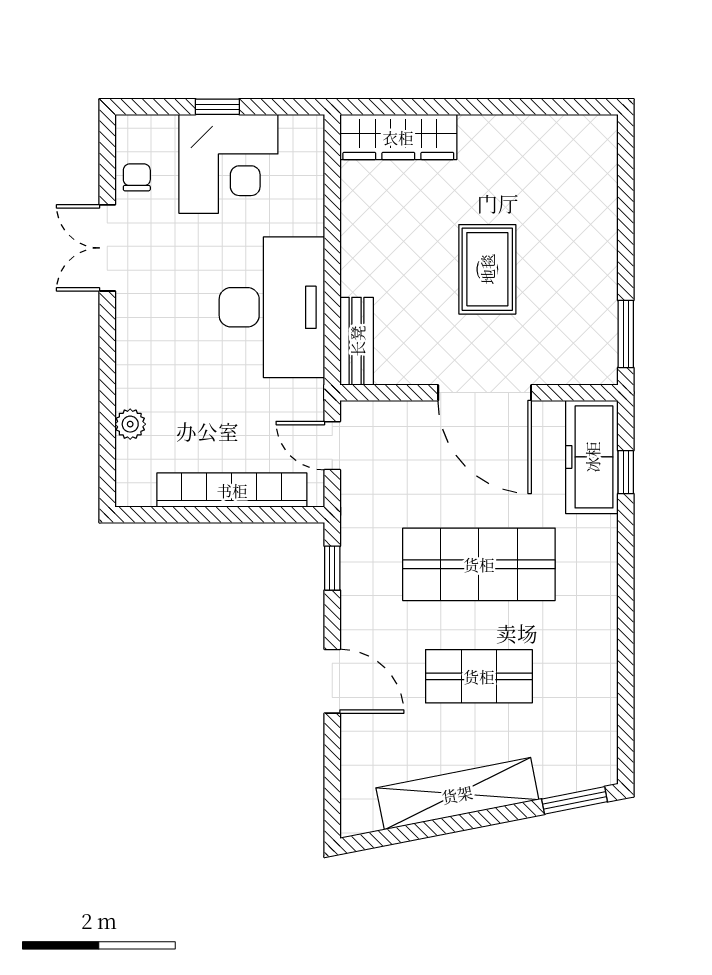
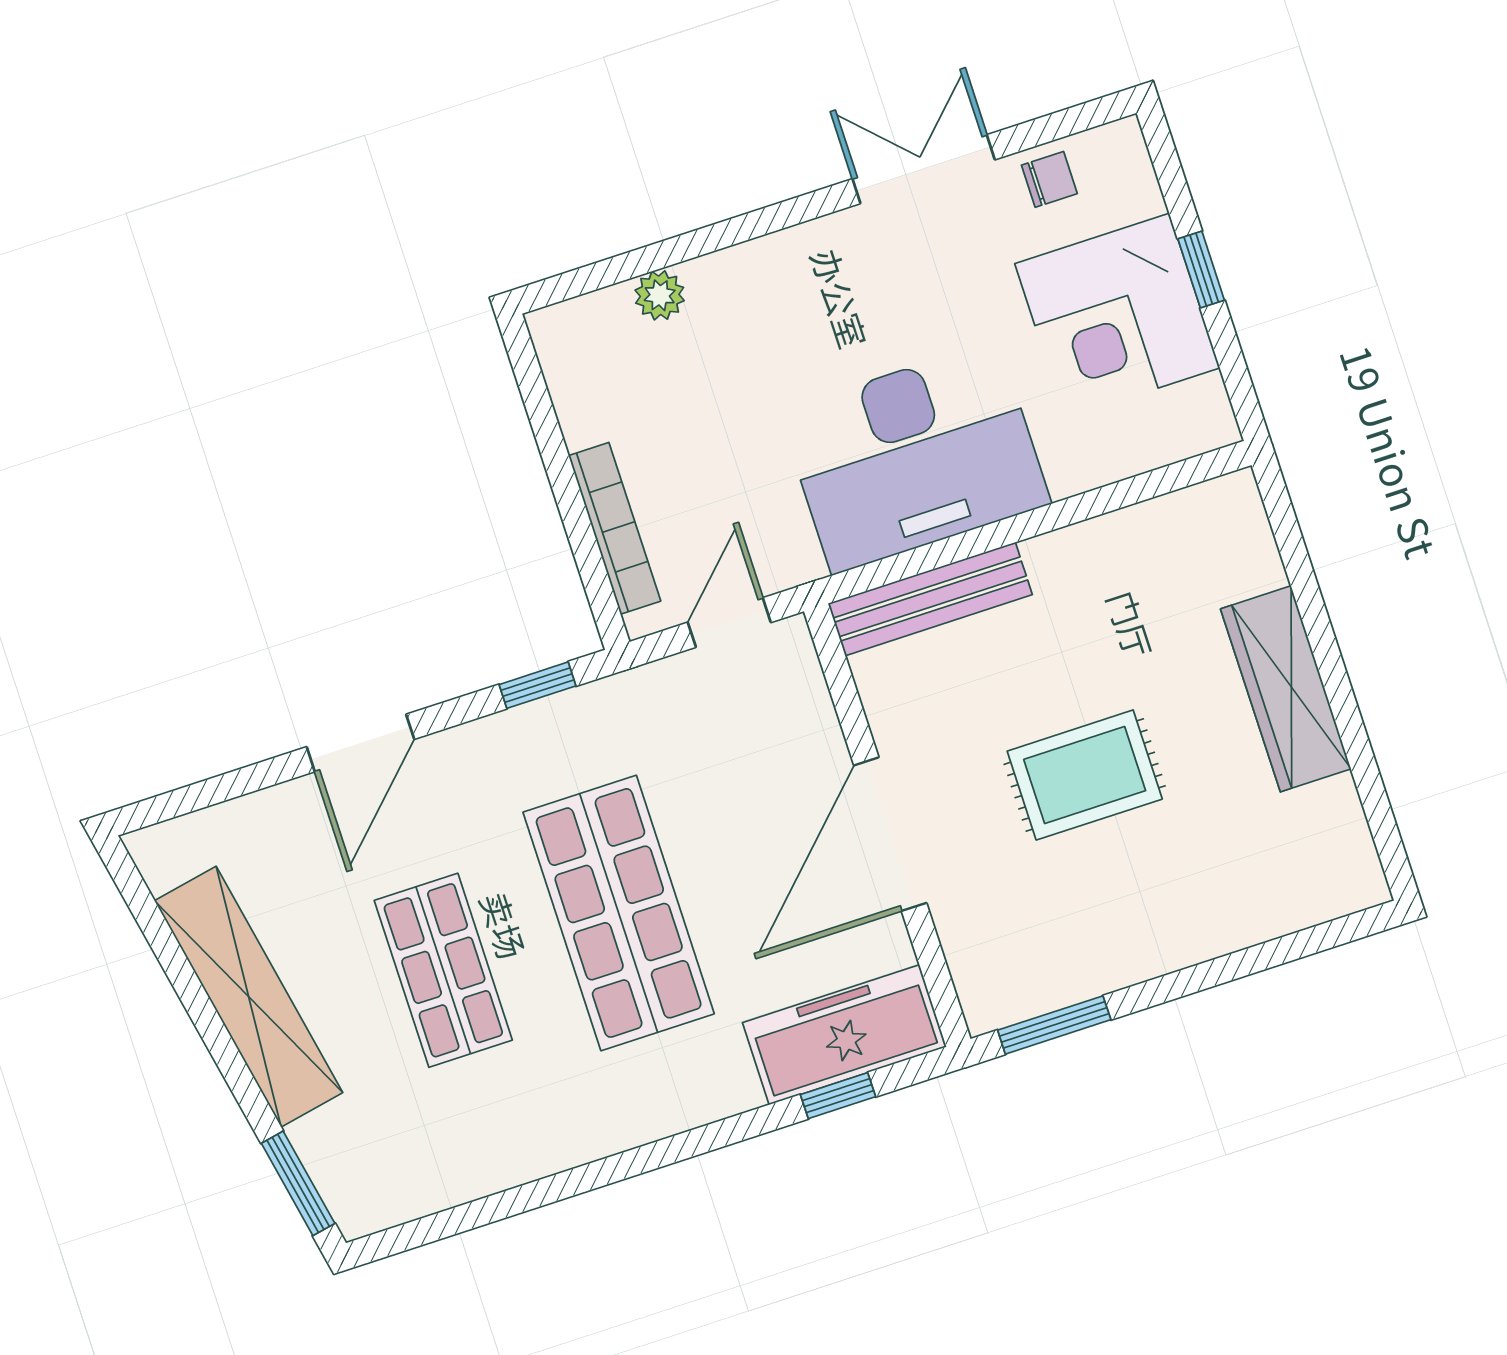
wardrobe: (398, 137) -> (1286, 689), moved
bench: (357, 341) -> (930, 599), width x1.36
bookcase: (232, 490) -> (615, 528), width x0.68, depth x0.76

